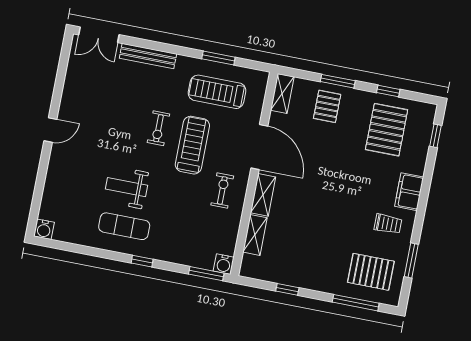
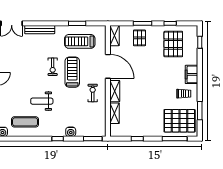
exercise mat: (124, 226) -> (25, 122), moved
water cooler: (224, 264) -> (71, 132), moved
pallet: (371, 272) -> (180, 121), width x1.37, depth x1.41

